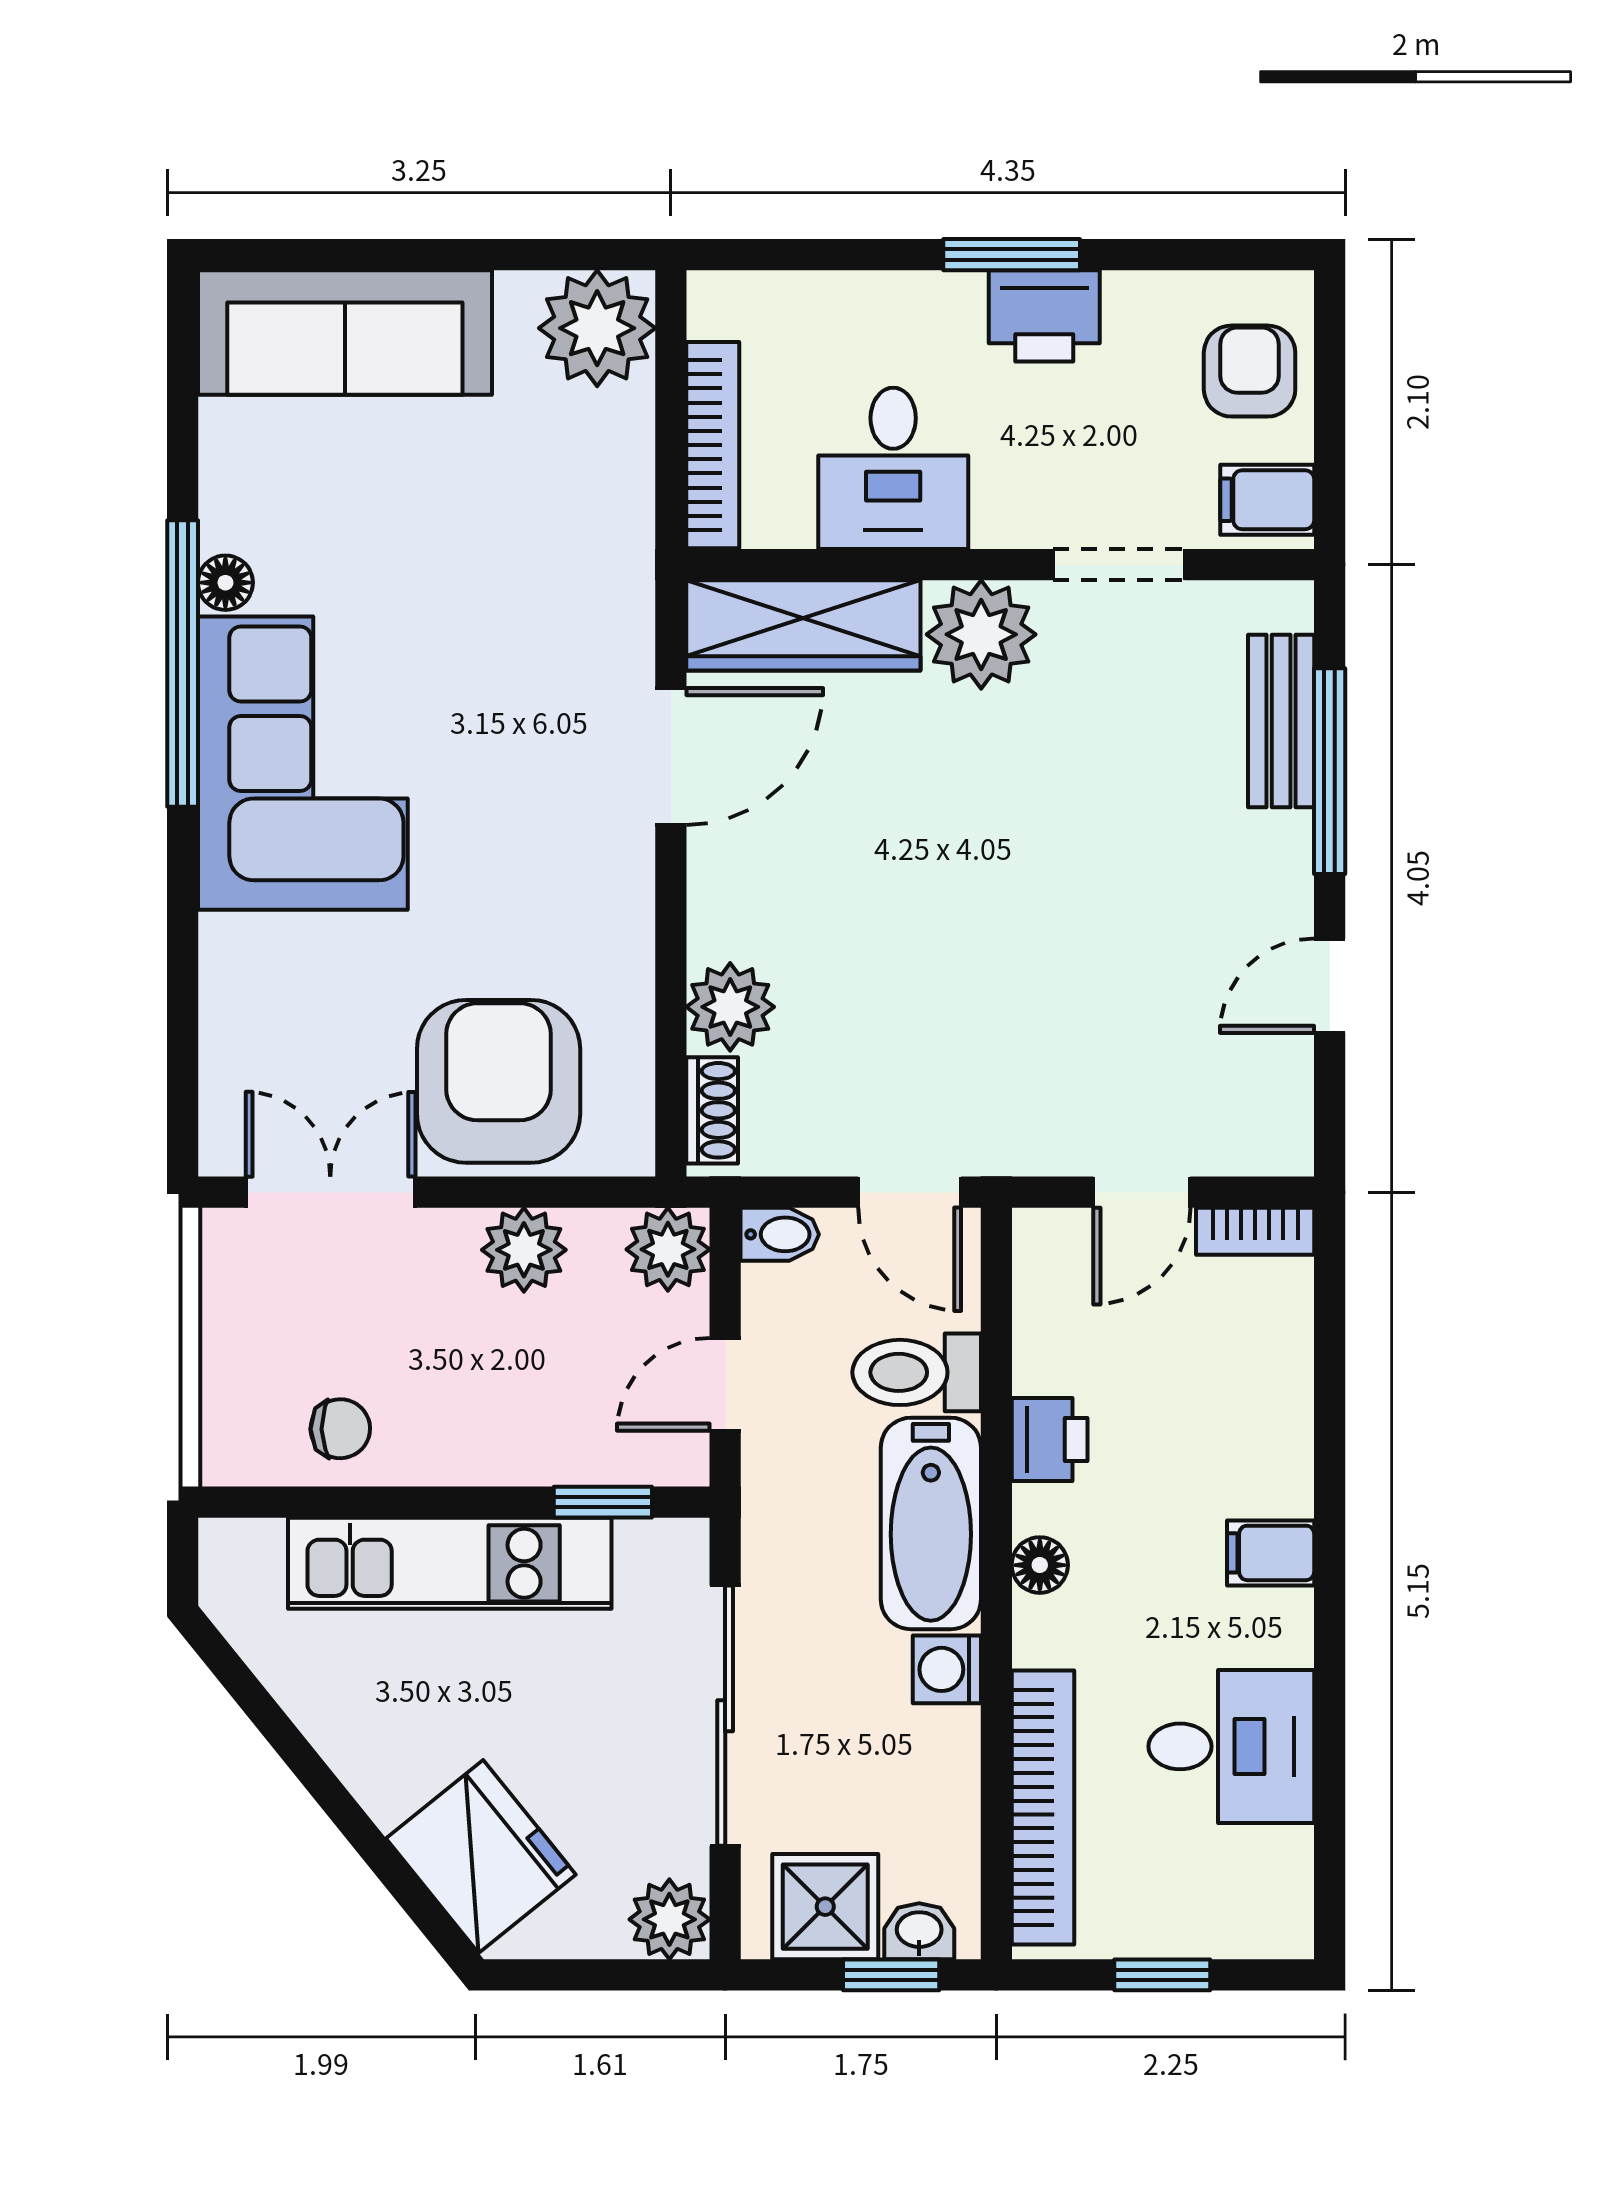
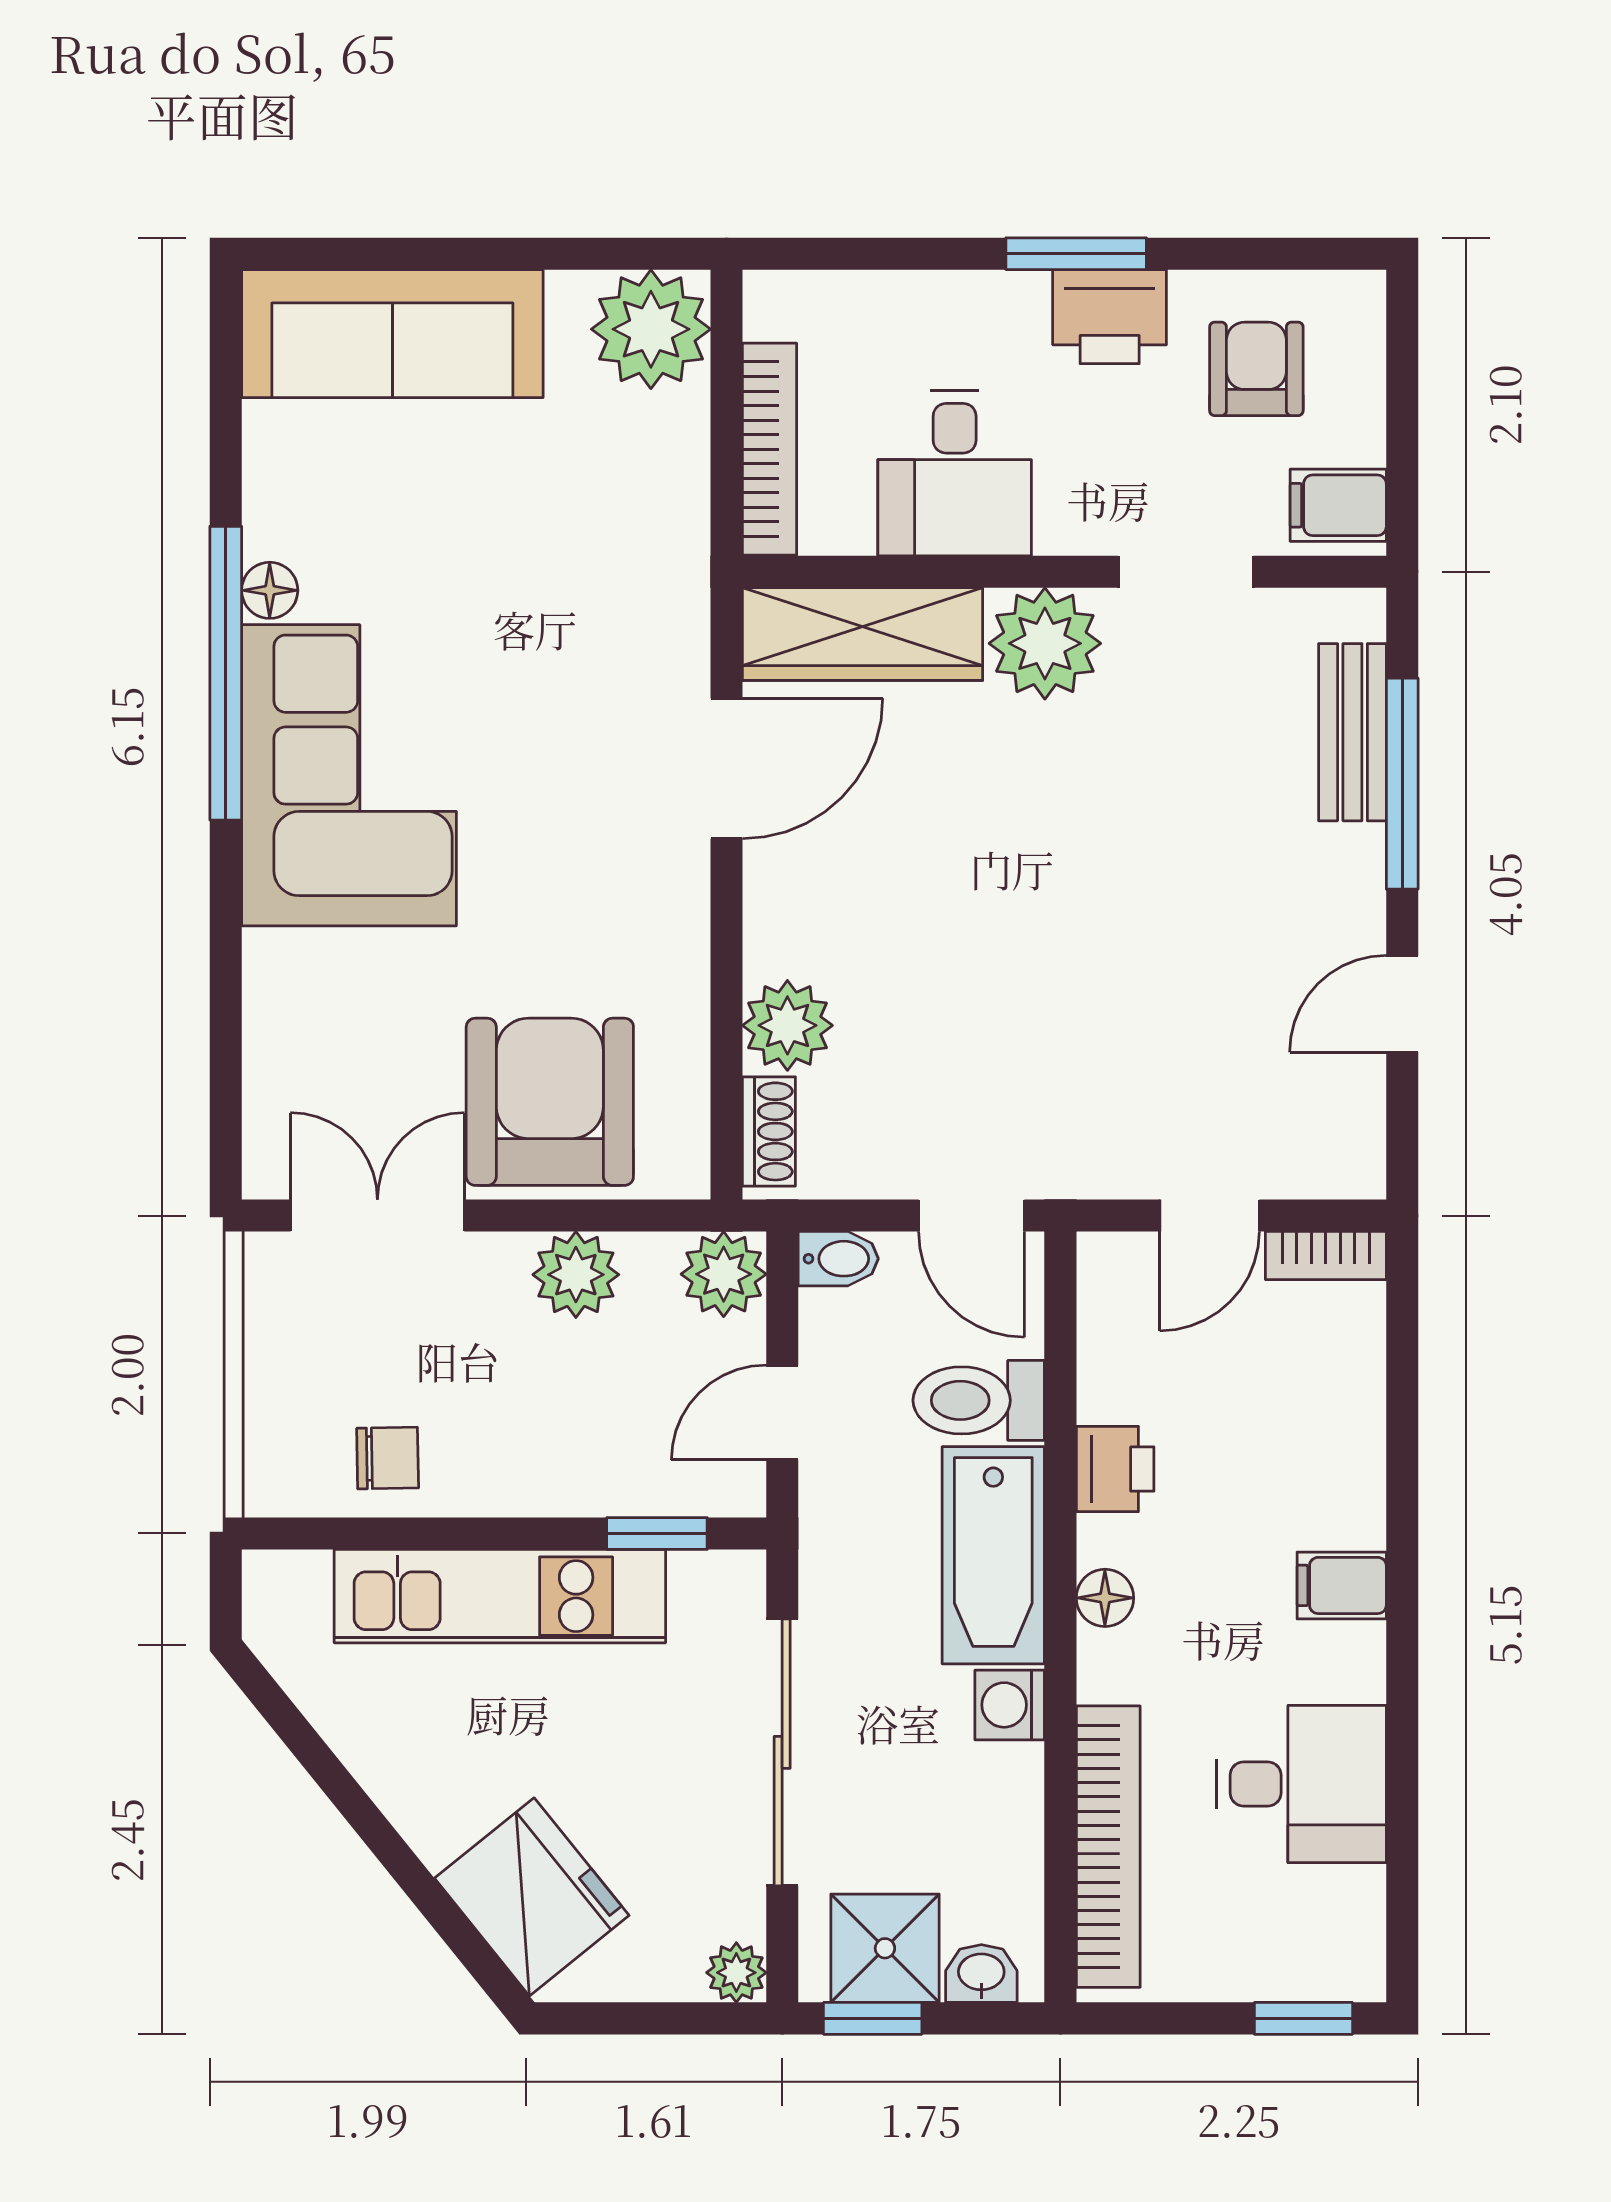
armchair: (1250, 371) -> (1256, 369), moved
plant: (669, 1919) -> (736, 1973), width x0.73, depth x0.73
window: (891, 1975) -> (873, 2018), moved
window: (1162, 1975) -> (1303, 2018), moved

